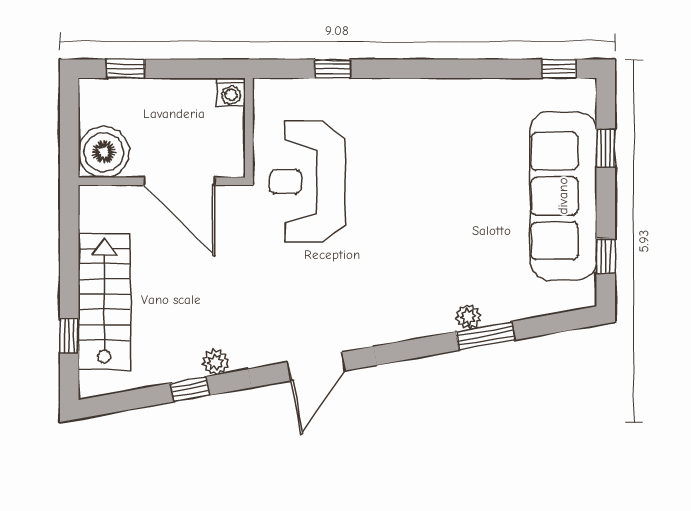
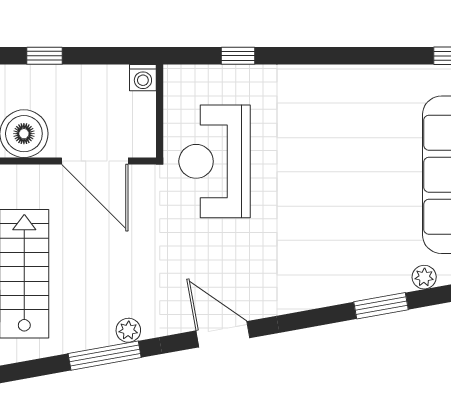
plant: (468, 317) -> (424, 277), moved
door: (316, 366) -> (223, 334), swing flipped
window: (190, 389) -> (105, 356), width x2.17

